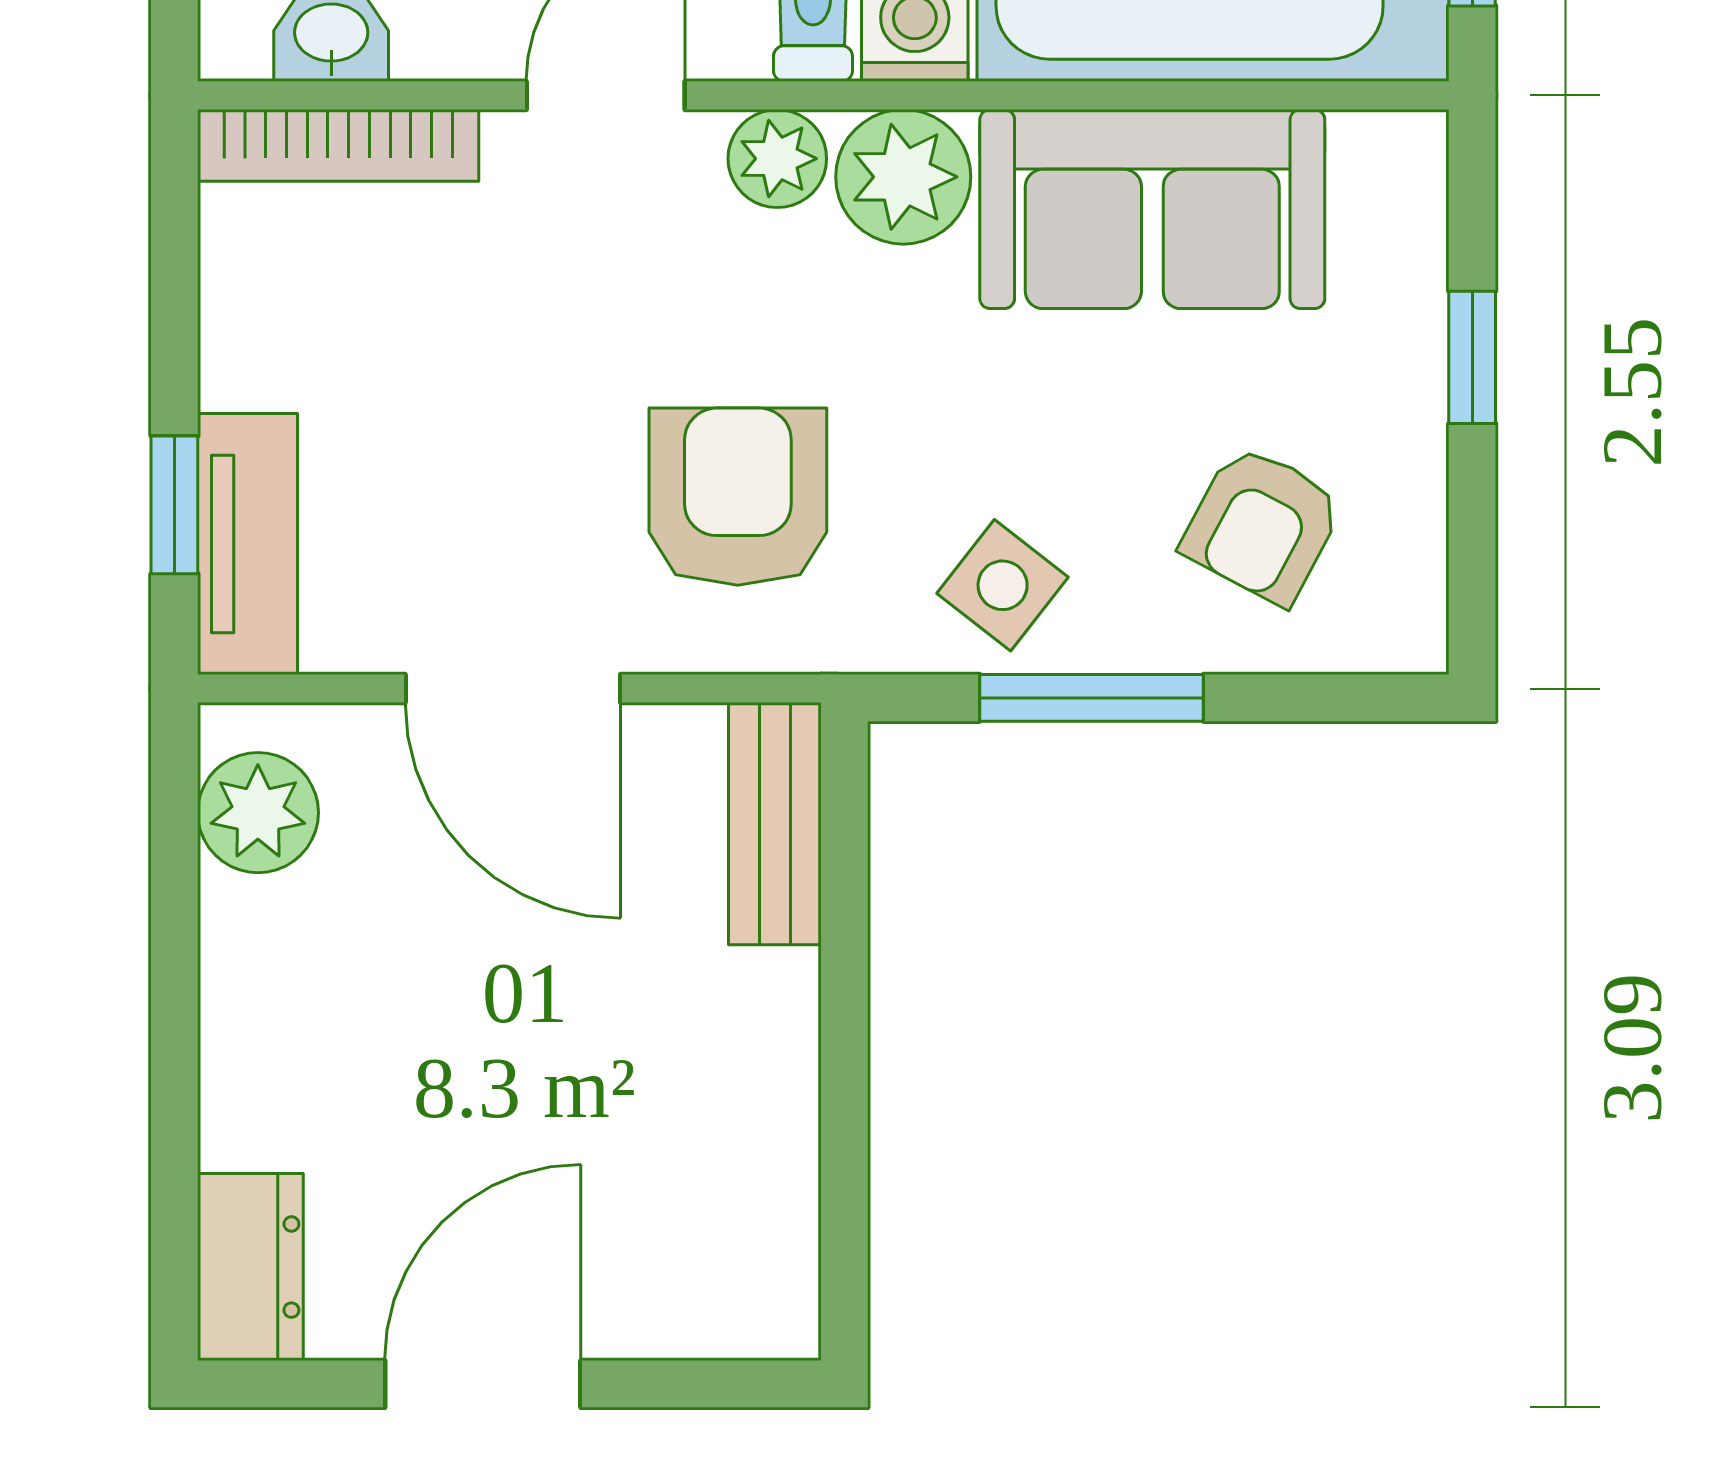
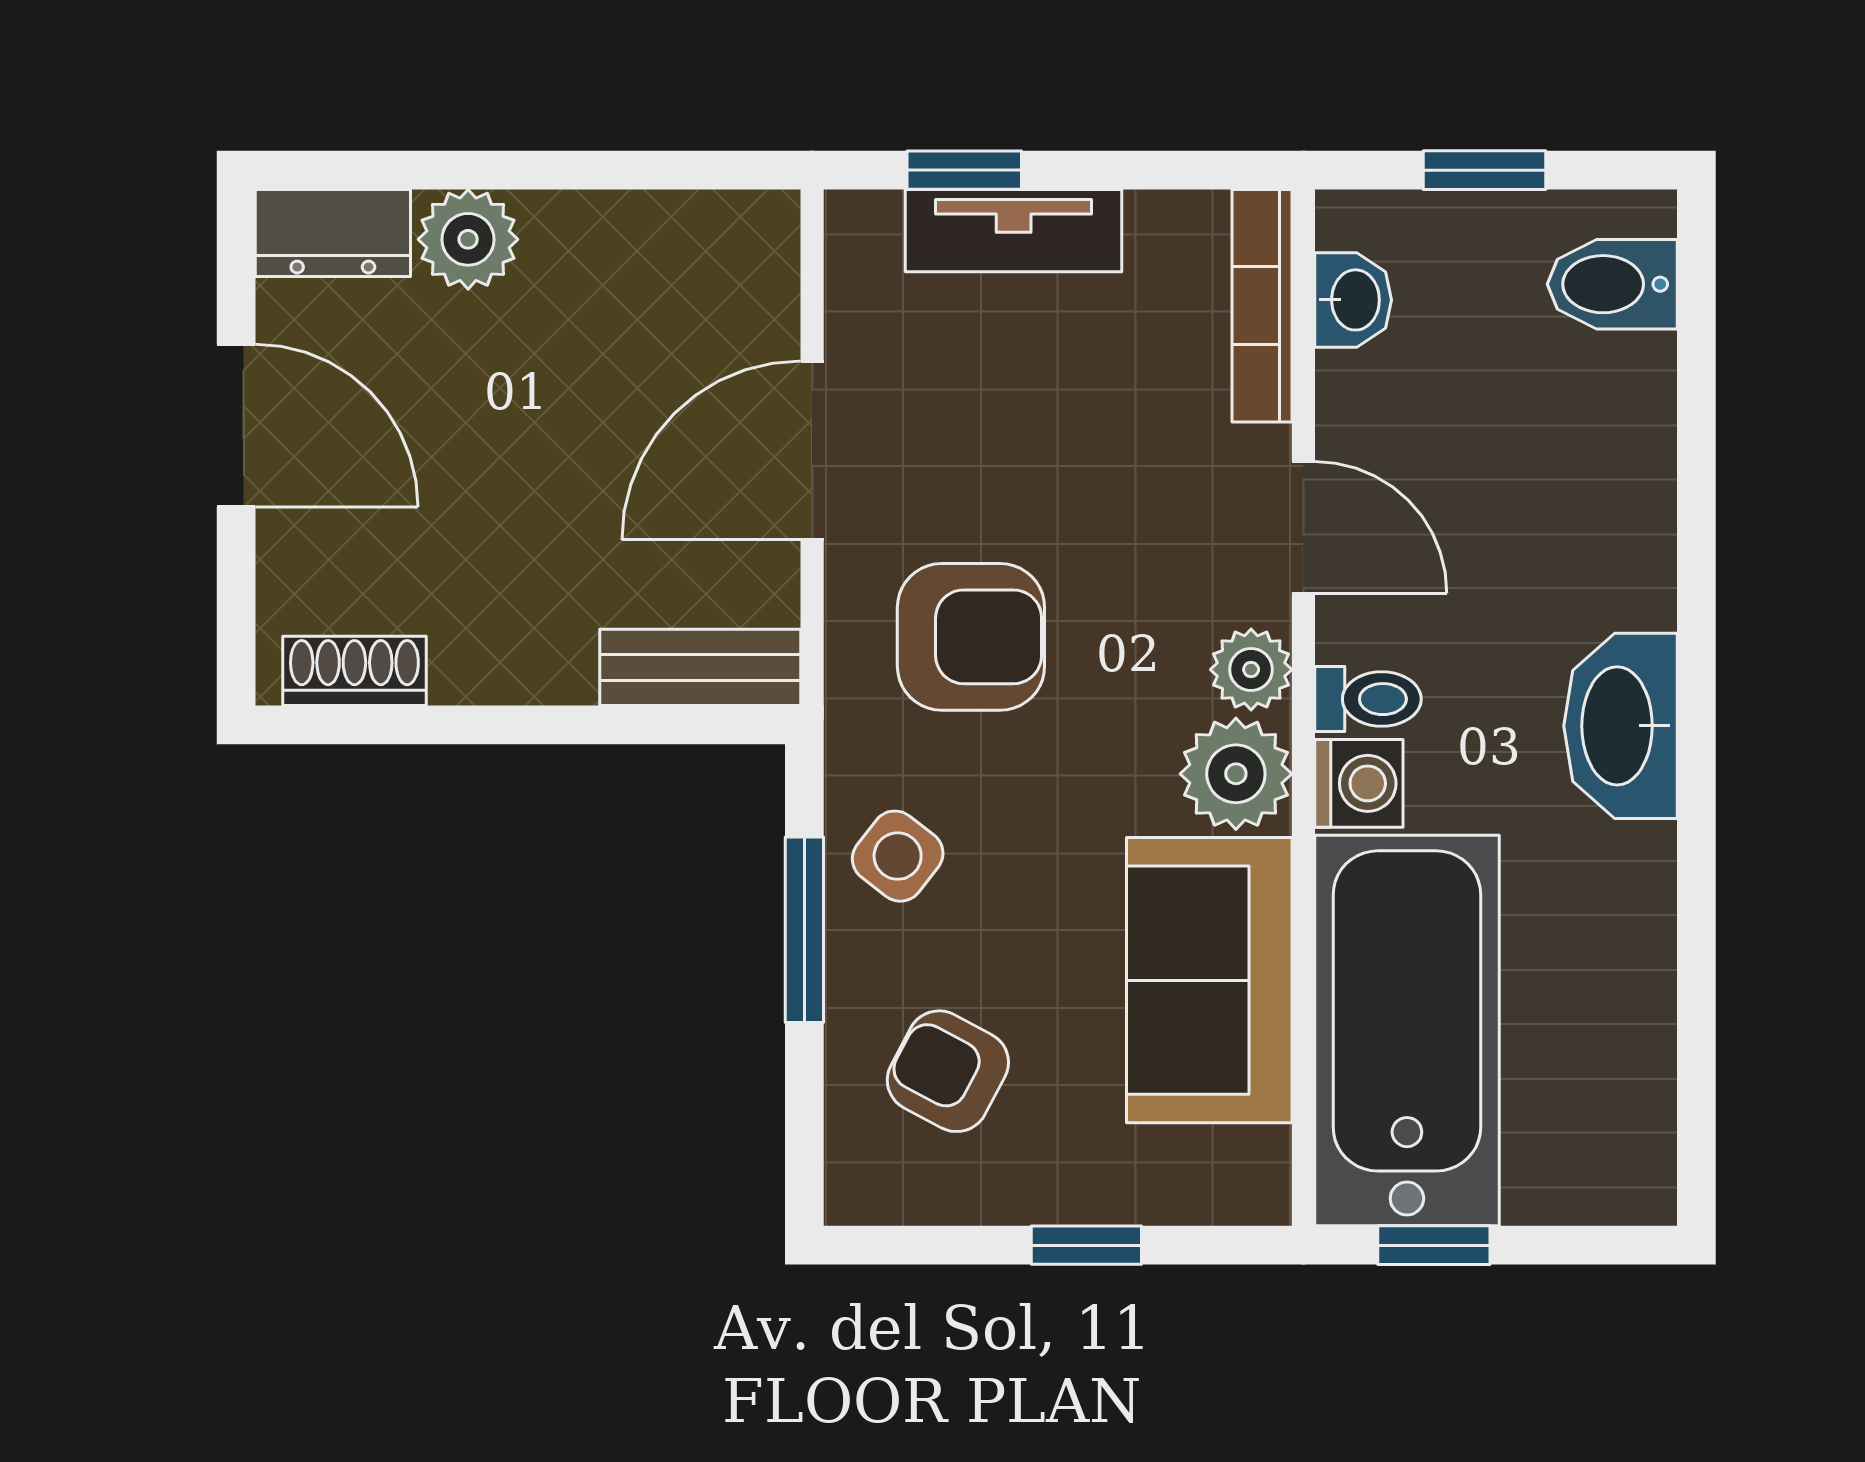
tv unit: (248, 544) -> (1014, 231), moved
plant: (258, 813) -> (468, 239), moved
shoe rack: (779, 1241) -> (354, 671), added

